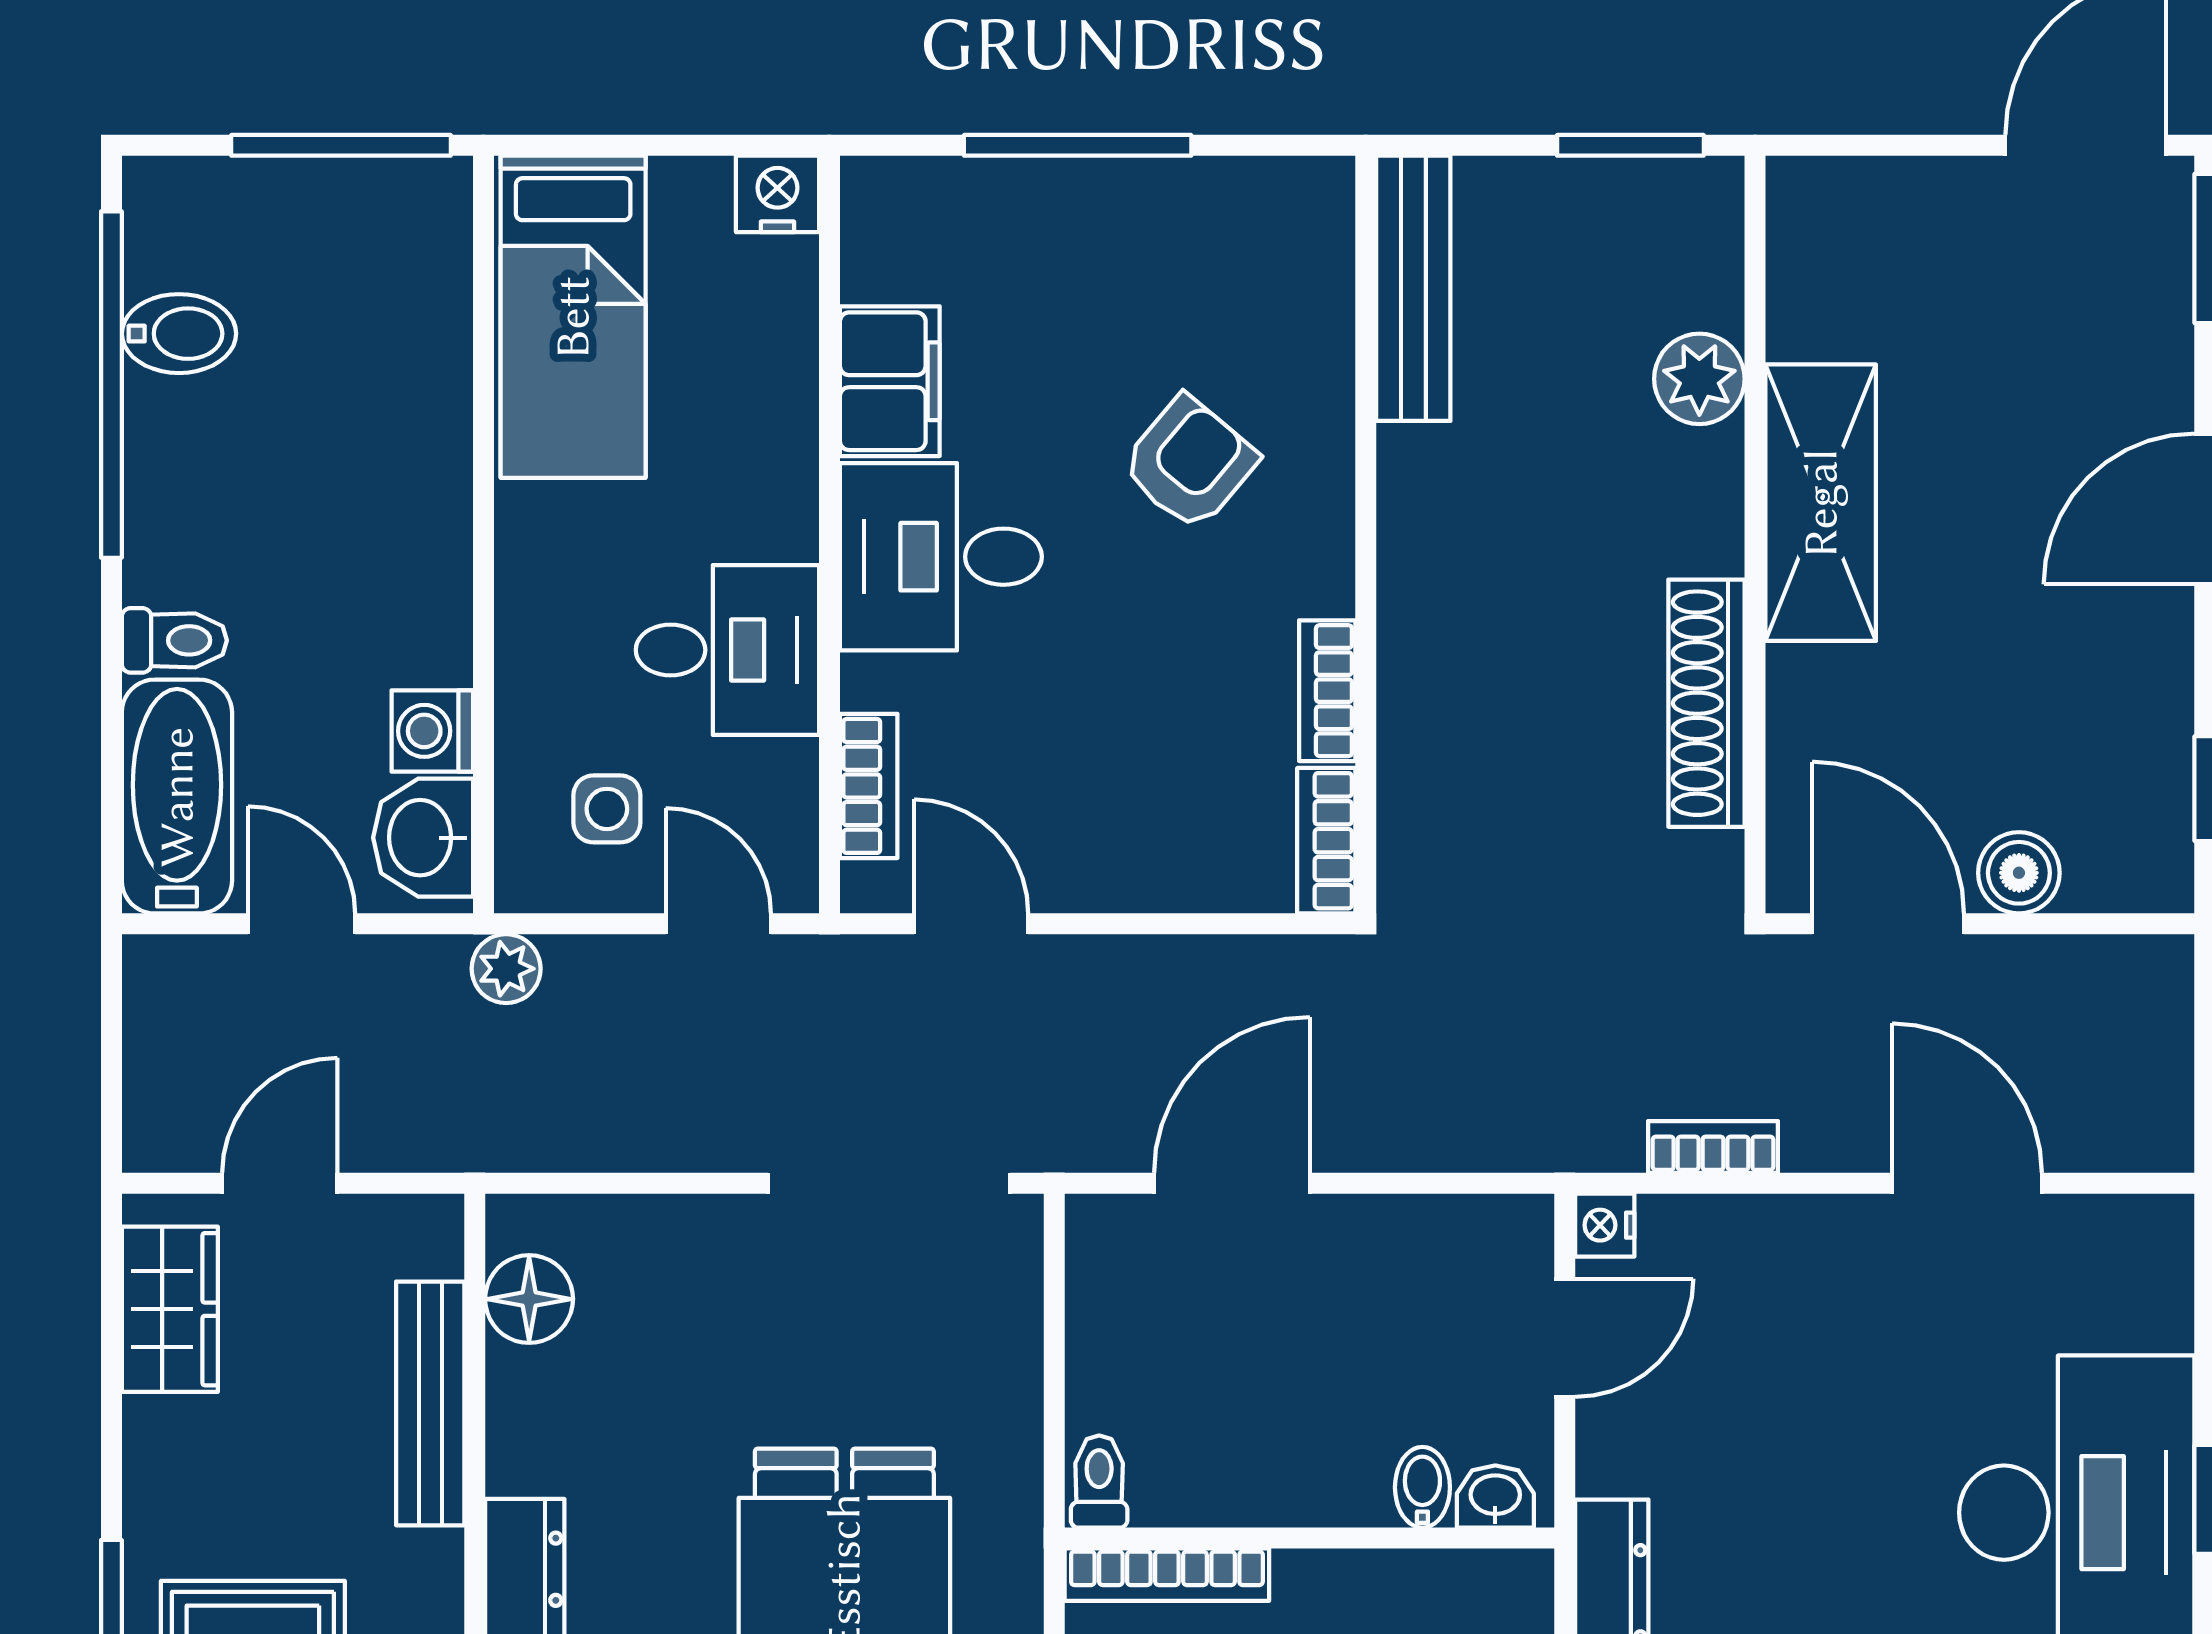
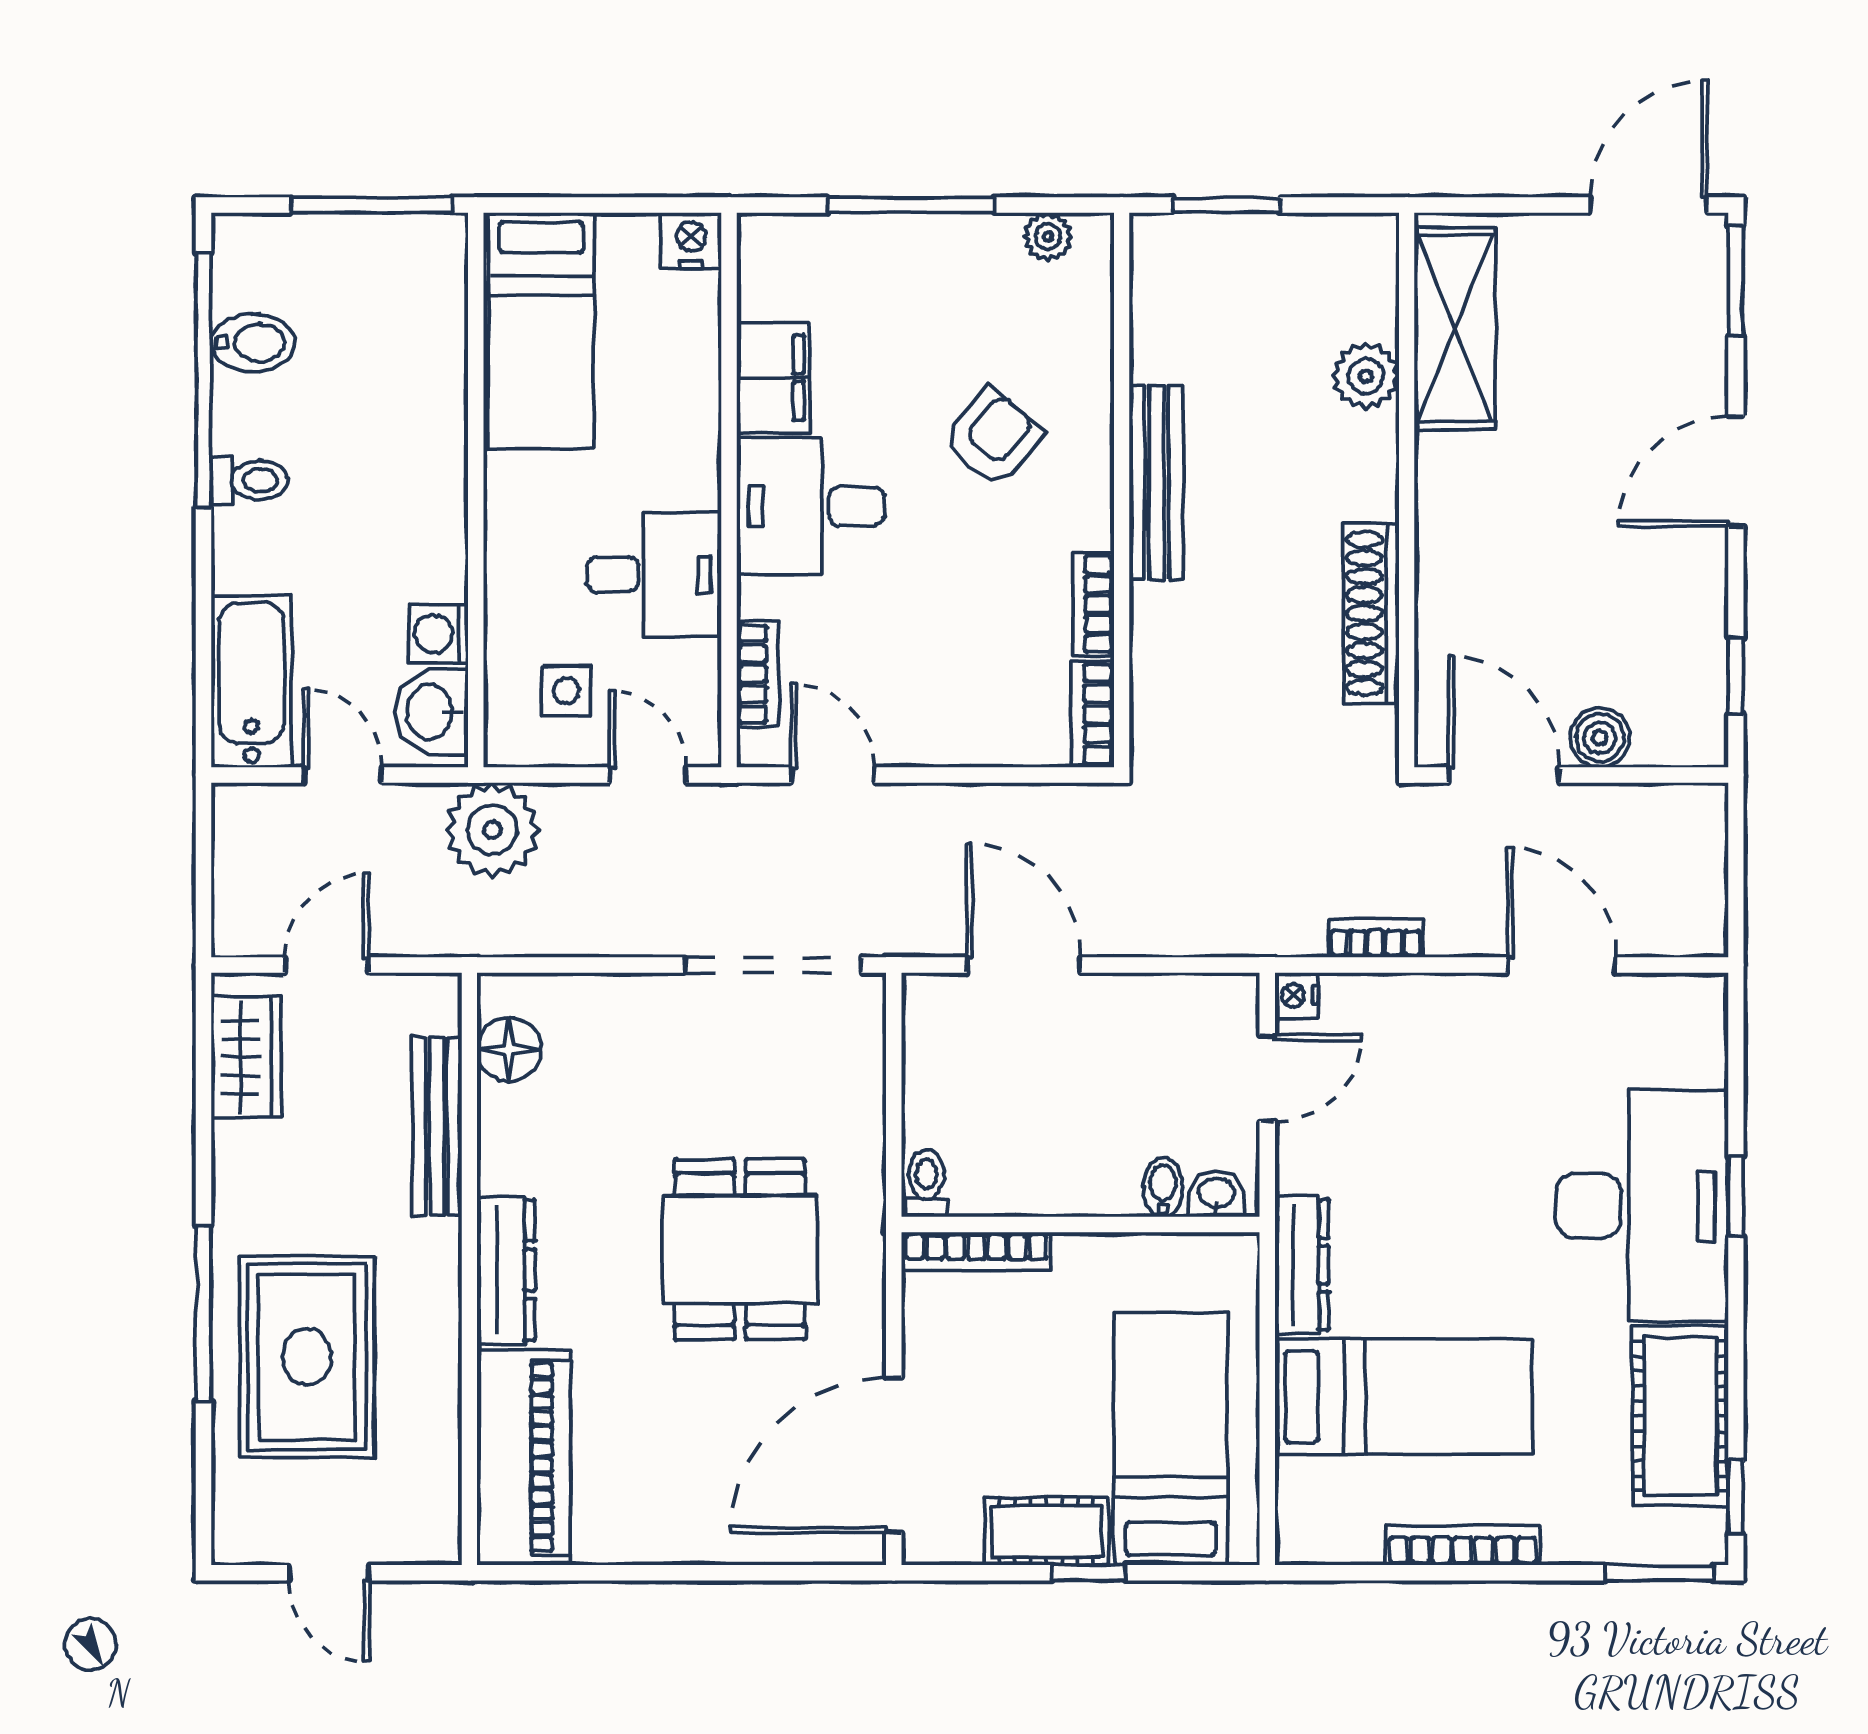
window: (1630, 145) -> (1226, 205), moved
plant: (1265, 188) -> (1048, 237), added
bench: (1413, 288) -> (1156, 482), moved
shelving: (1821, 503) -> (1455, 329), moved
toilet: (174, 640) -> (249, 480), moved
plant: (506, 969) -> (492, 830), width x1.87, depth x1.87
door: (1232, 1183) -> (1024, 965), hinge flipped

